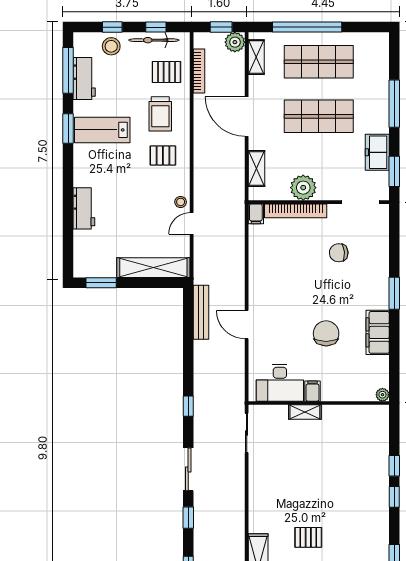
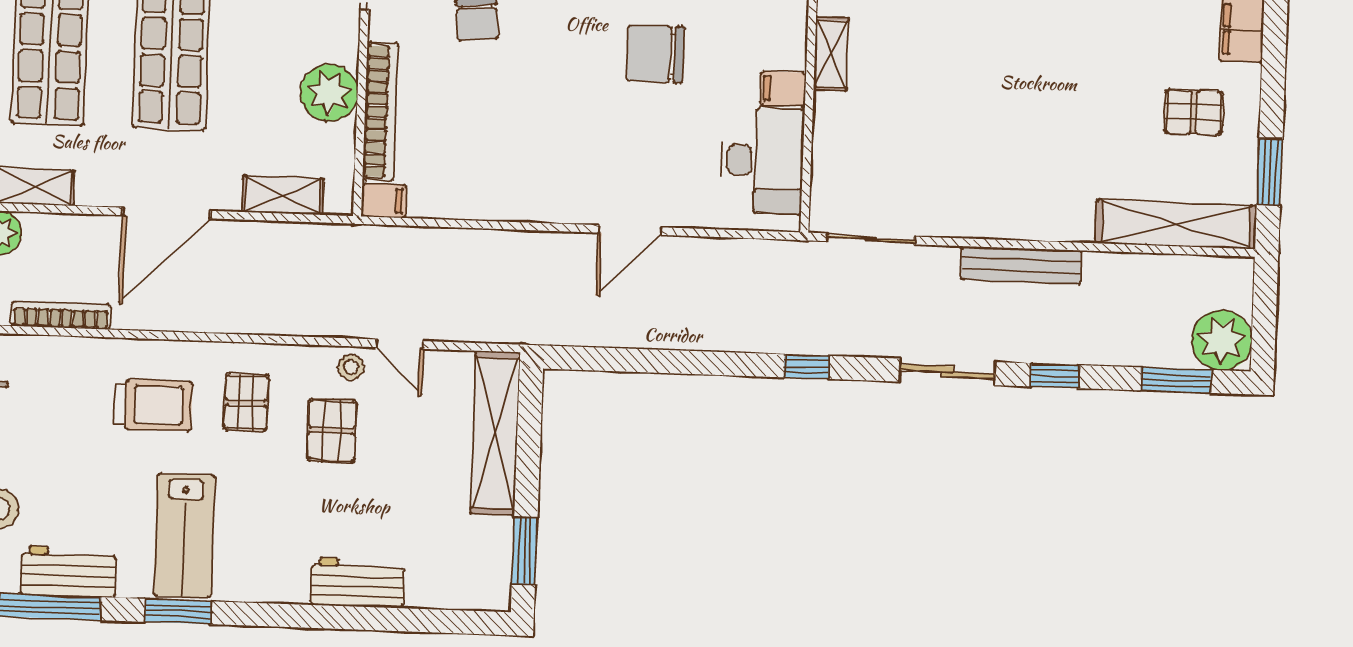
pallet: (166, 72) -> (332, 431), moved
bench: (201, 312) -> (1021, 265), moved
shelving: (305, 412) -> (831, 54), moved
pallet: (308, 537) -> (1108, 110), removed

